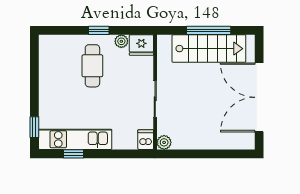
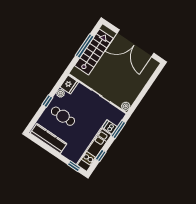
kitchen counter: (49, 67) -> (48, 138), added
dishwasher: (146, 140) -> (110, 127), moved
window: (126, 154) -> (118, 129), added

